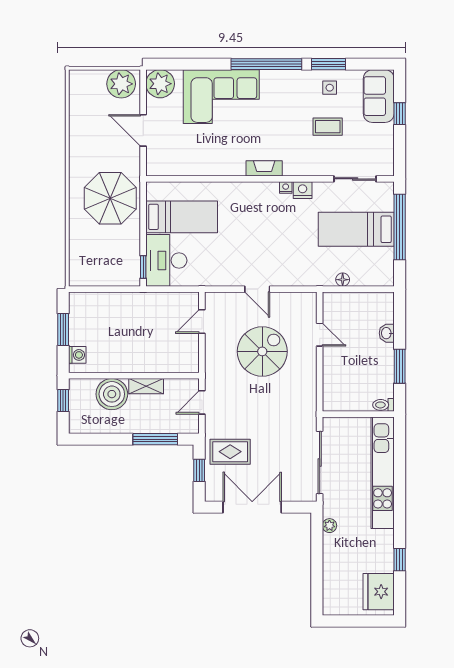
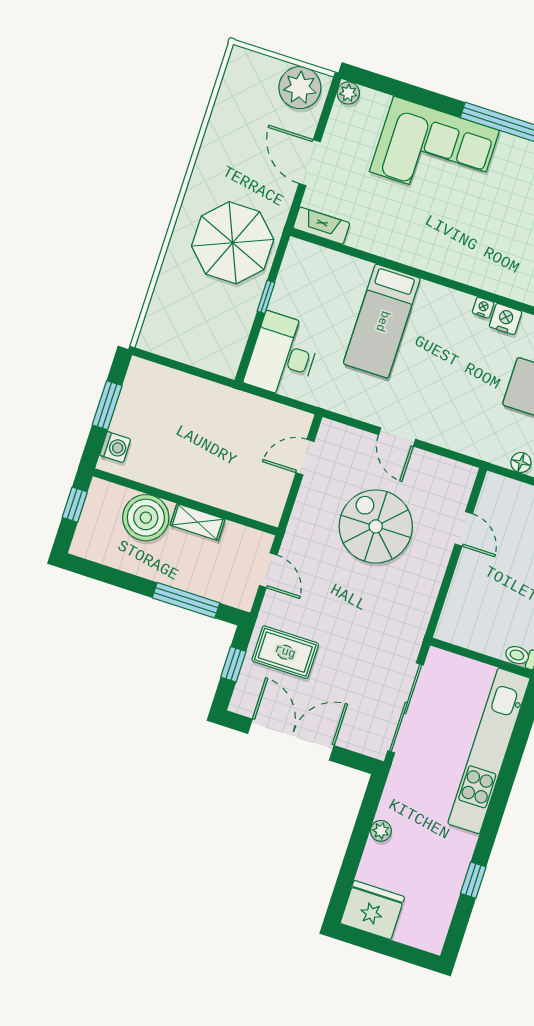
plant: (160, 84) -> (348, 93), width x0.53, depth x0.53
fireplace: (264, 168) -> (321, 226), moved
bed: (182, 217) -> (382, 321), moved, turned 90
window: (143, 267) -> (266, 297), moved
spiral stairs: (262, 351) -> (376, 526), turned -90
door: (202, 402) -> (268, 570), swing flipped
plant: (329, 526) -> (381, 831), moved
fridge: (379, 592) -> (372, 910), moved, turned 90

